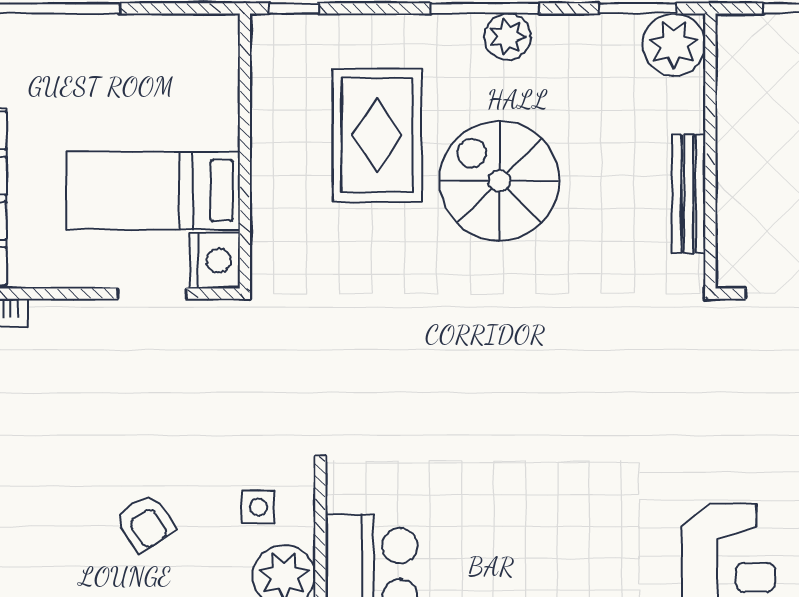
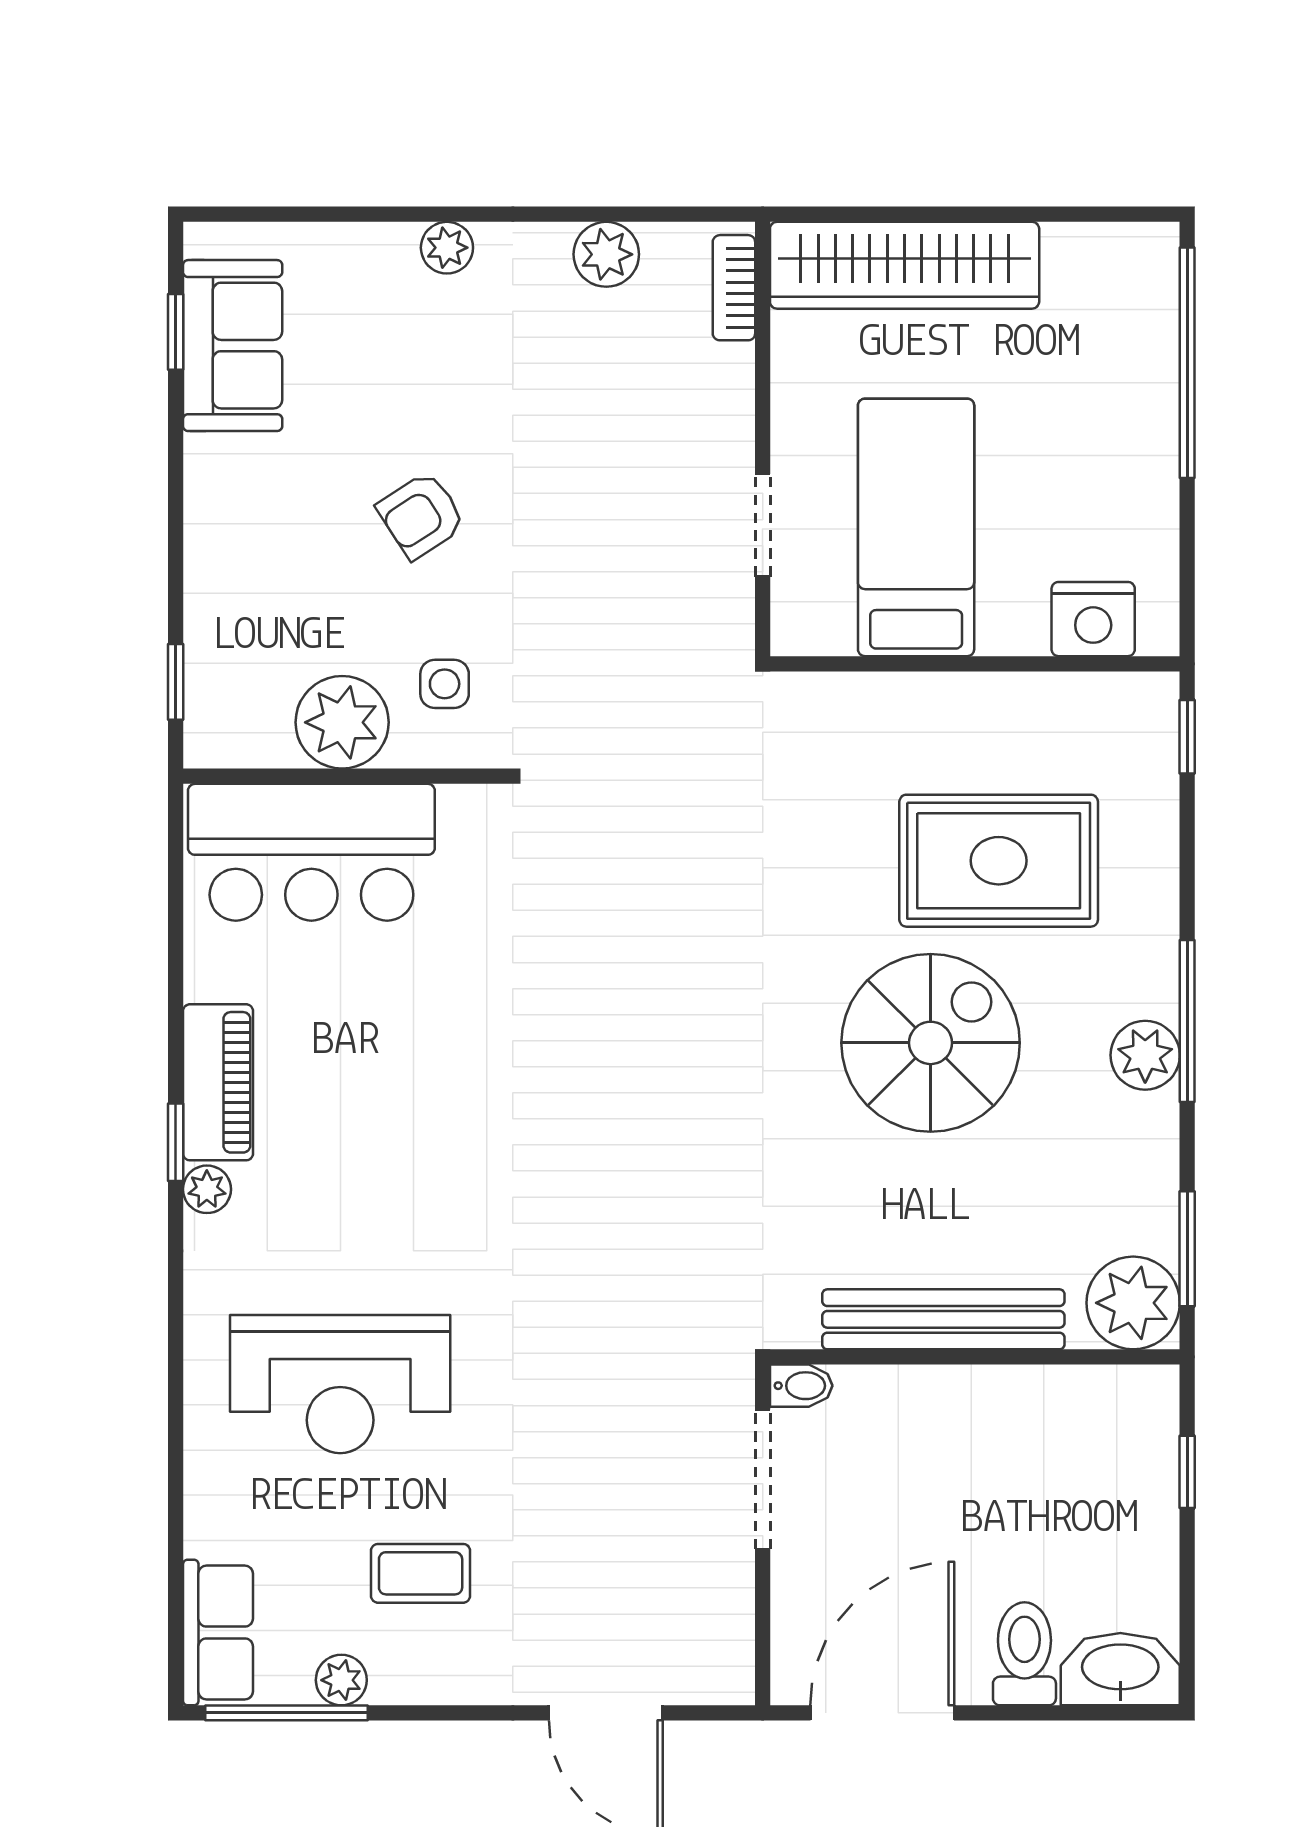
bench: (689, 194) -> (943, 1319), width x1.37, depth x1.21
nightstand: (215, 261) -> (1093, 619), moved
bidet: (730, 268) -> (801, 1386), added

